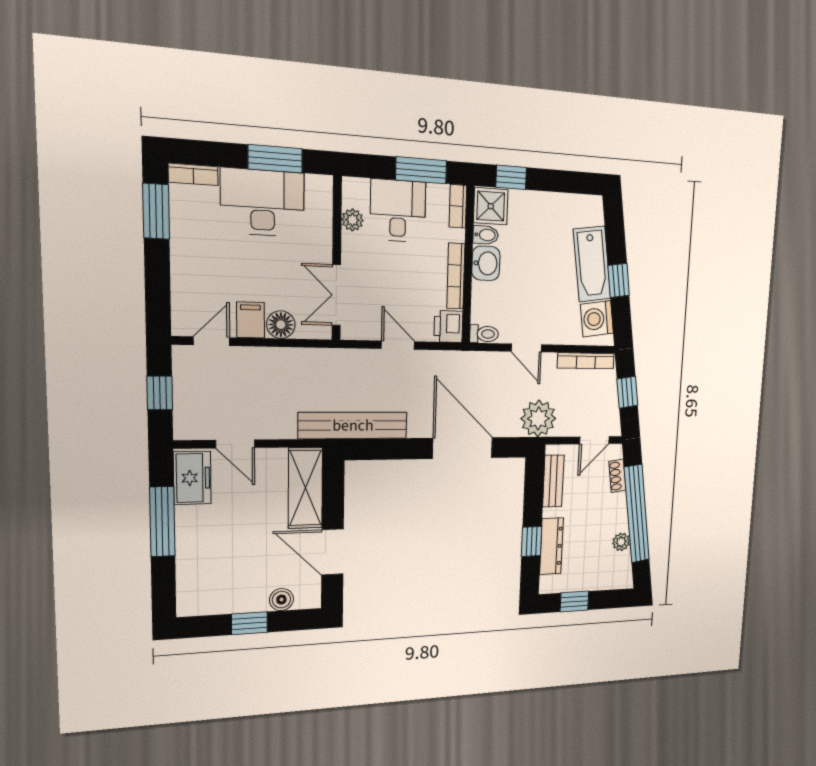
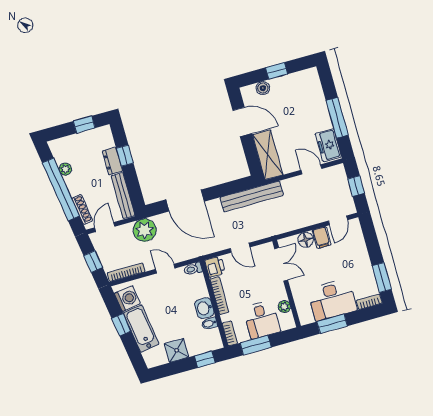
shower: (491, 206) -> (177, 350), moved
shoe rack: (617, 476) -> (82, 209), width x1.43
bench: (553, 481) -> (123, 196), width x1.36
dresser: (551, 546) -> (112, 161), width x0.70

